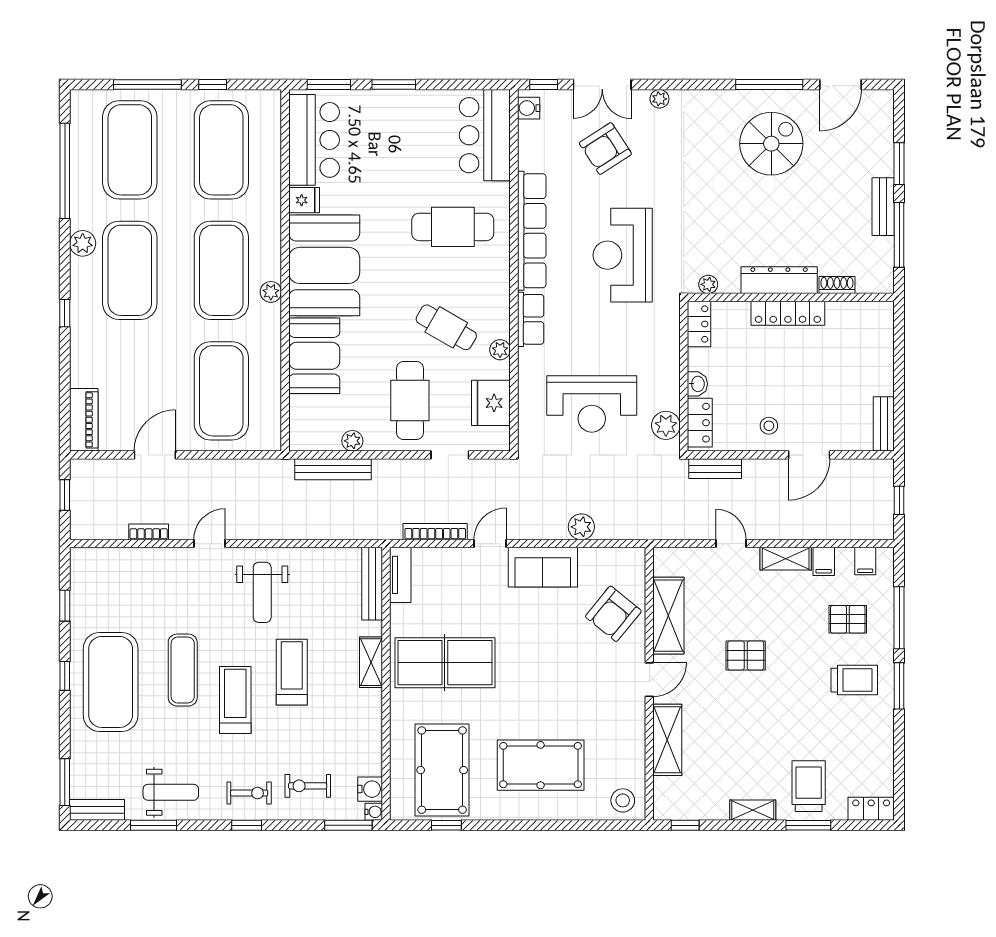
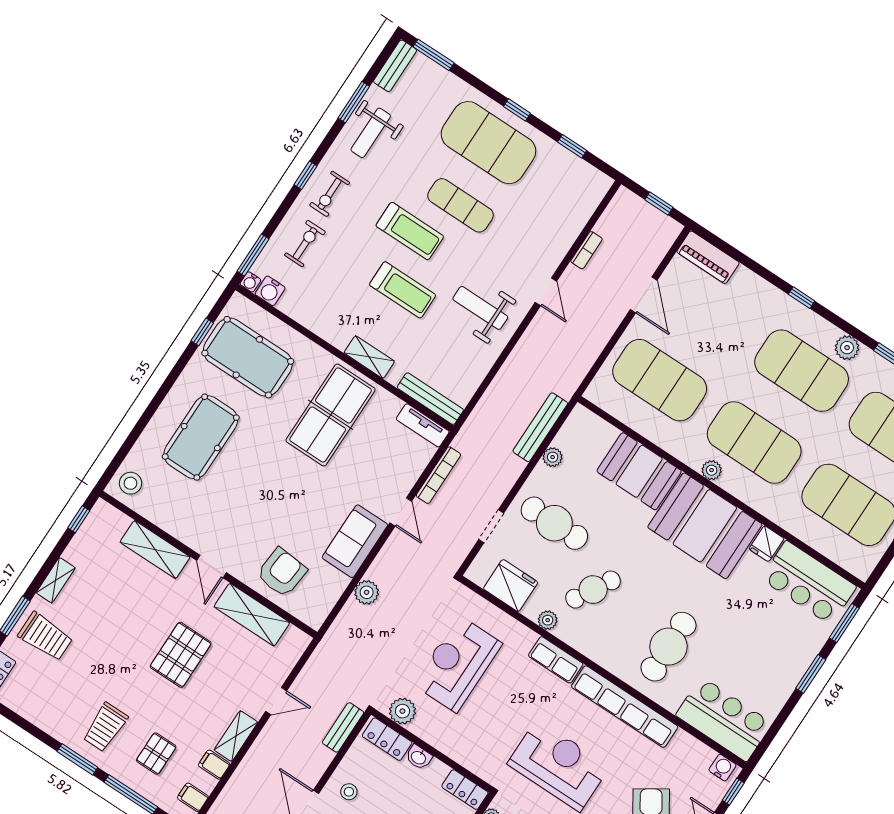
armchair: (613, 614) -> (282, 572), turned 56
pallet: (746, 655) -> (181, 655), width x1.50, depth x1.42

